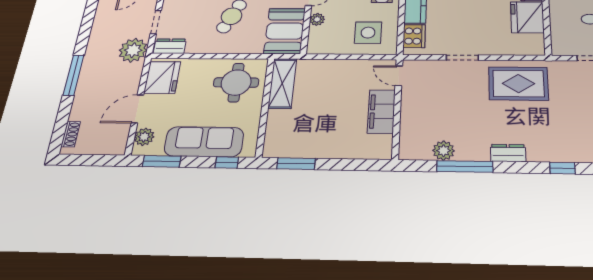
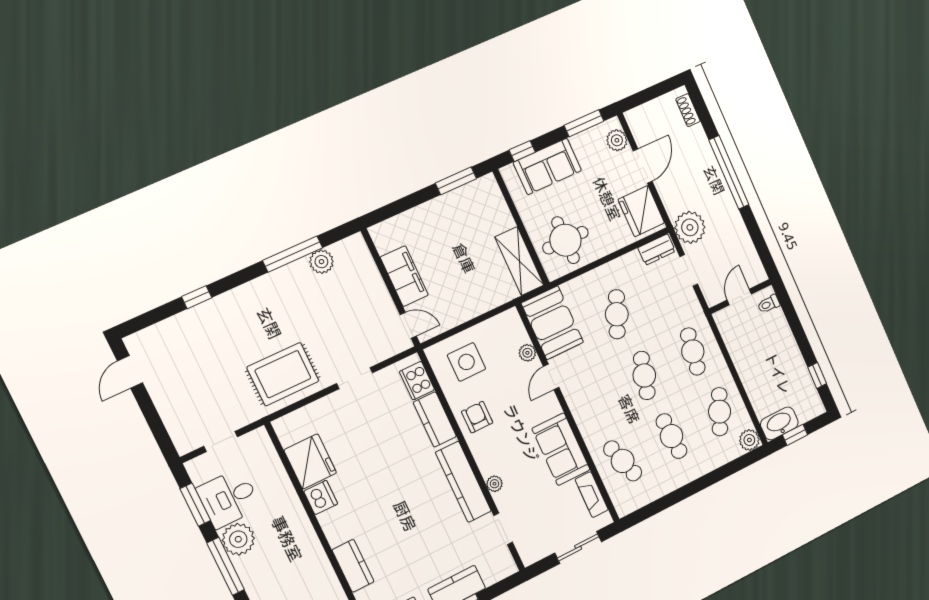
window: (74, 75) -> (729, 172), width x1.46
sofa: (204, 142) -> (547, 166), width x0.73
dresser: (508, 153) -> (257, 289), removed

